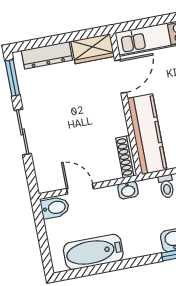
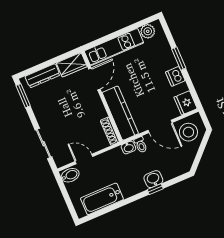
sliding door: (23, 132) -> (44, 144), moved
washbasin: (128, 190) -> (128, 148), moved

